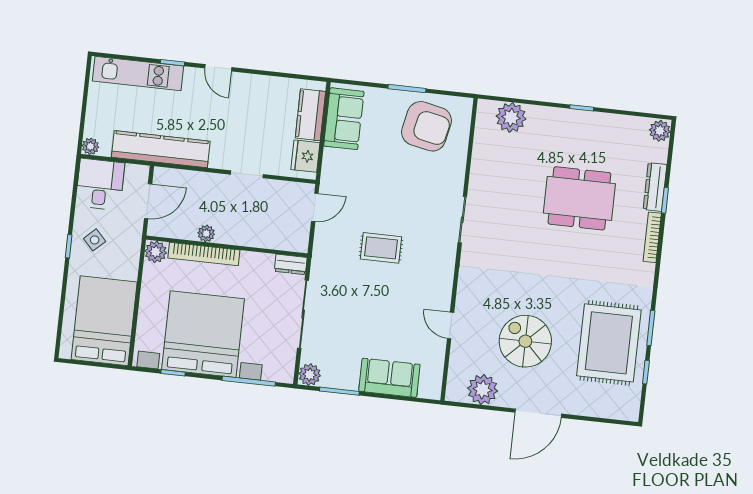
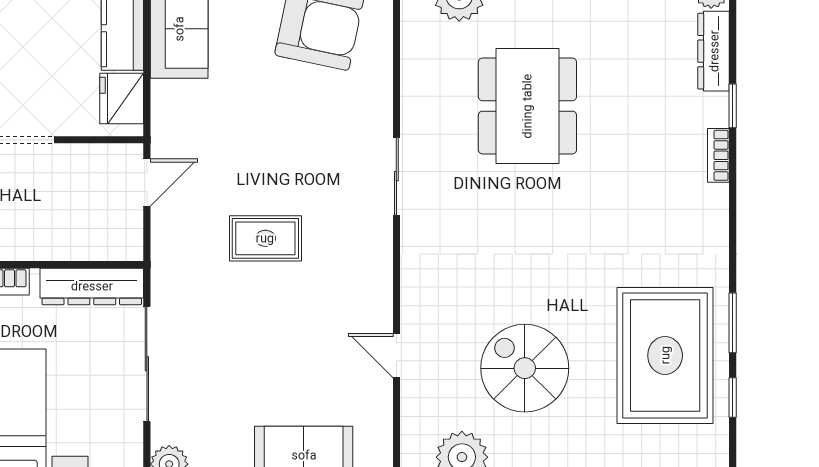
dresser: (655, 187) -> (714, 51), moved
dining table: (579, 198) -> (527, 106), moved, turned 90
bookcase: (652, 237) -> (718, 155), width x0.64
dresser: (291, 264) -> (92, 286), width x1.96, depth x1.24

